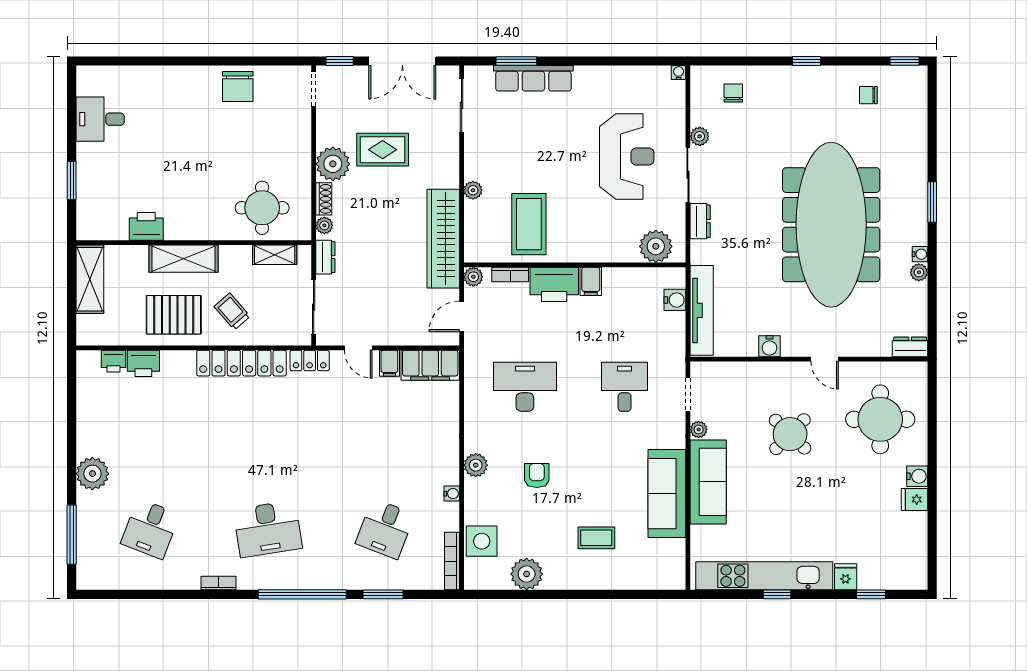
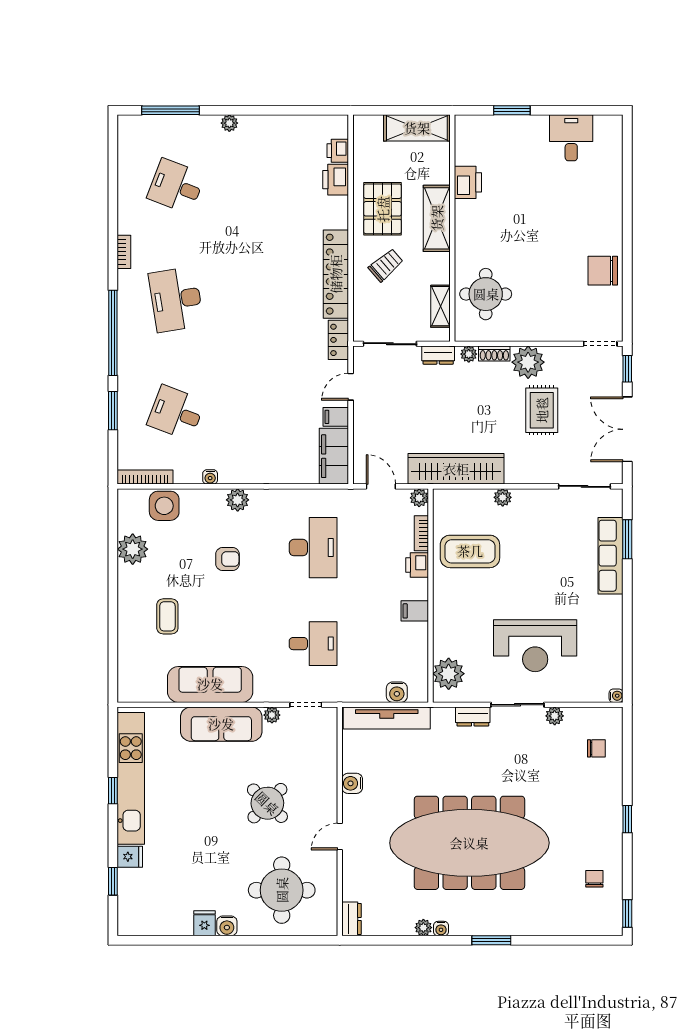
printer: (554, 284) -> (417, 565), width x0.53, depth x0.68
plant: (92, 474) -> (229, 123), width x0.53, depth x0.53

